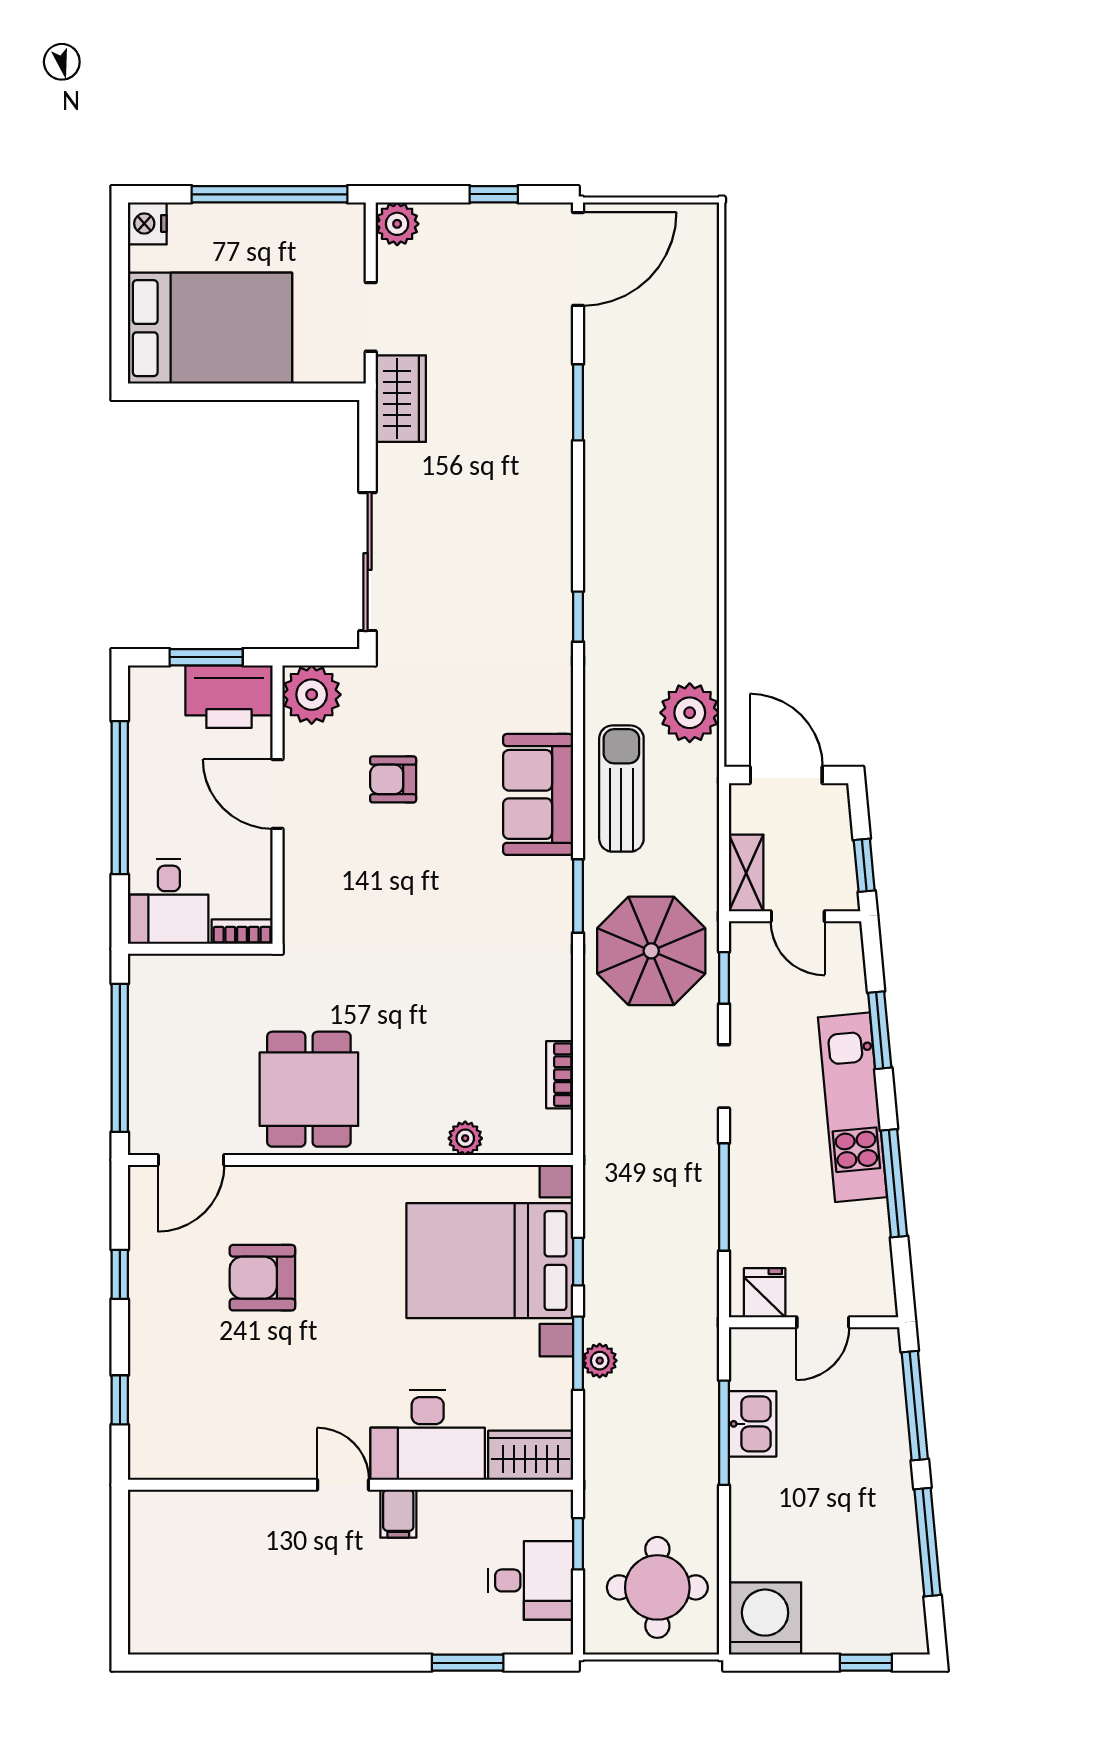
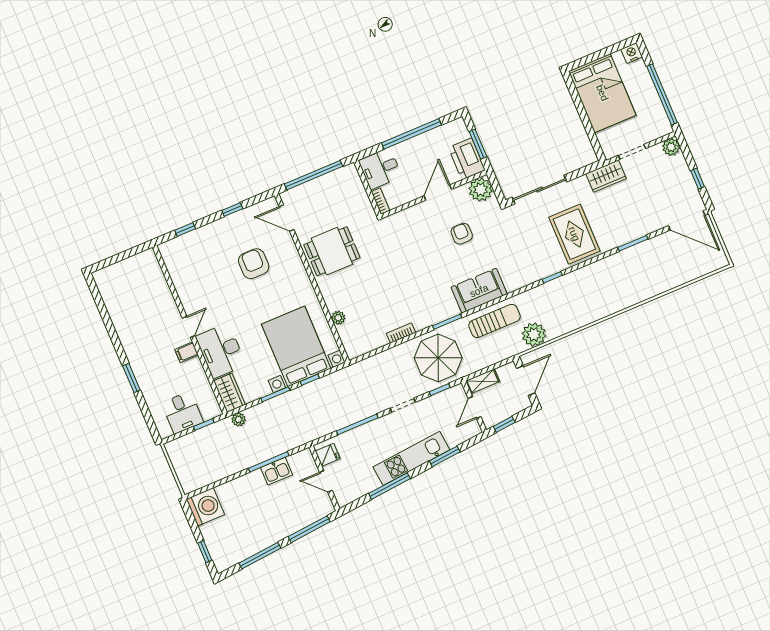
rug: (502, 525) -> (574, 234), added
bookcase: (560, 1075) -> (401, 333), moved
plant: (600, 1361) -> (239, 419), moved
round table: (657, 1587) -> (200, 461), removed
window: (468, 1663) -> (131, 378), moved

